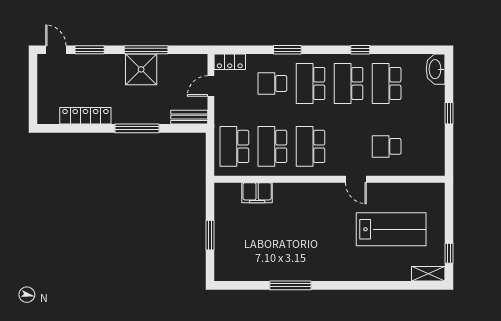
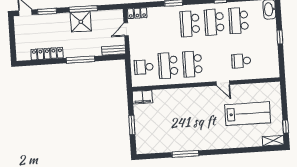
school desk: (272, 84) -> (165, 25), removed
school desk: (234, 146) -> (144, 67), width x0.54
filing cabinet: (257, 193) -> (142, 97), moved

